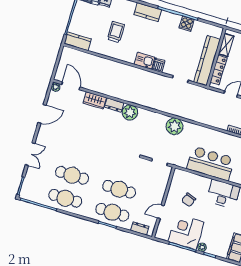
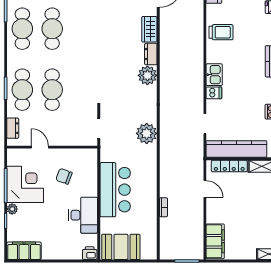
trolley: (116, 32) -> (221, 32), moved

